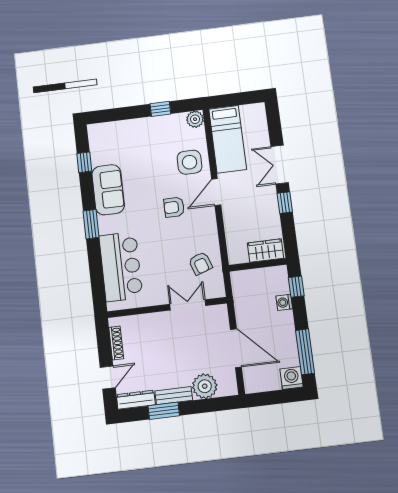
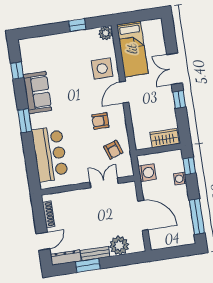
armchair: (174, 207) -> (100, 121), moved
washing machine: (292, 378) -> (147, 173), moved, turned 90

